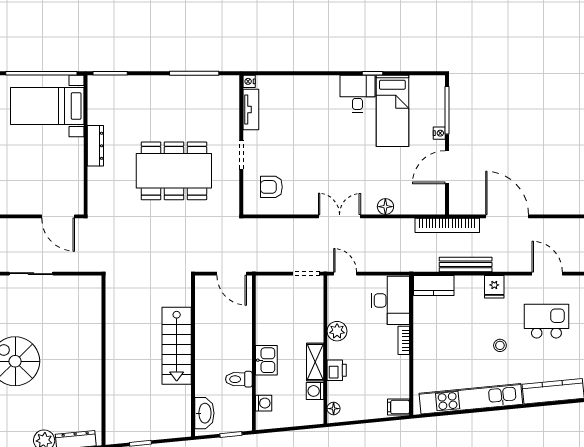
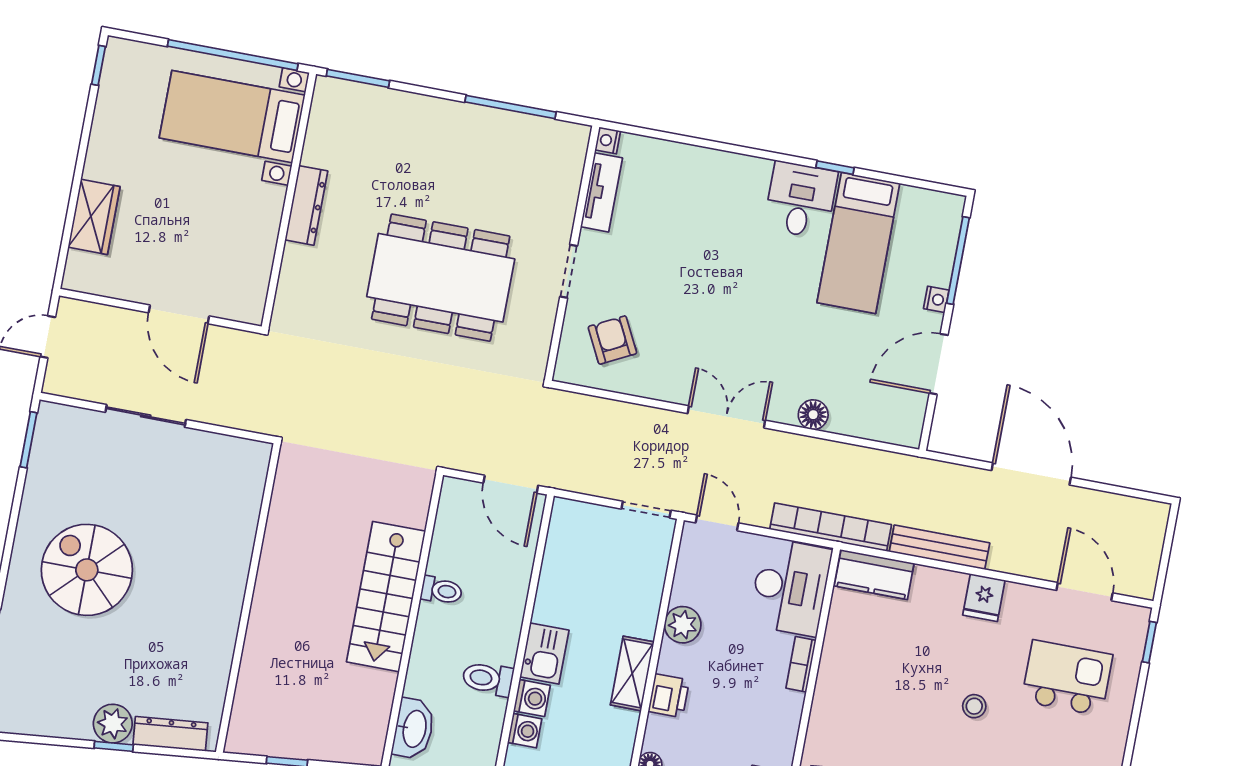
armchair: (271, 187) -> (612, 340), turned 63
door: (58, 216) -> (179, 314), moved
bookcase: (447, 225) -> (831, 527), moved, turned 180
toilet: (205, 337) -> (442, 591), added
washing machine: (315, 391) -> (532, 698), moved, turned 180

